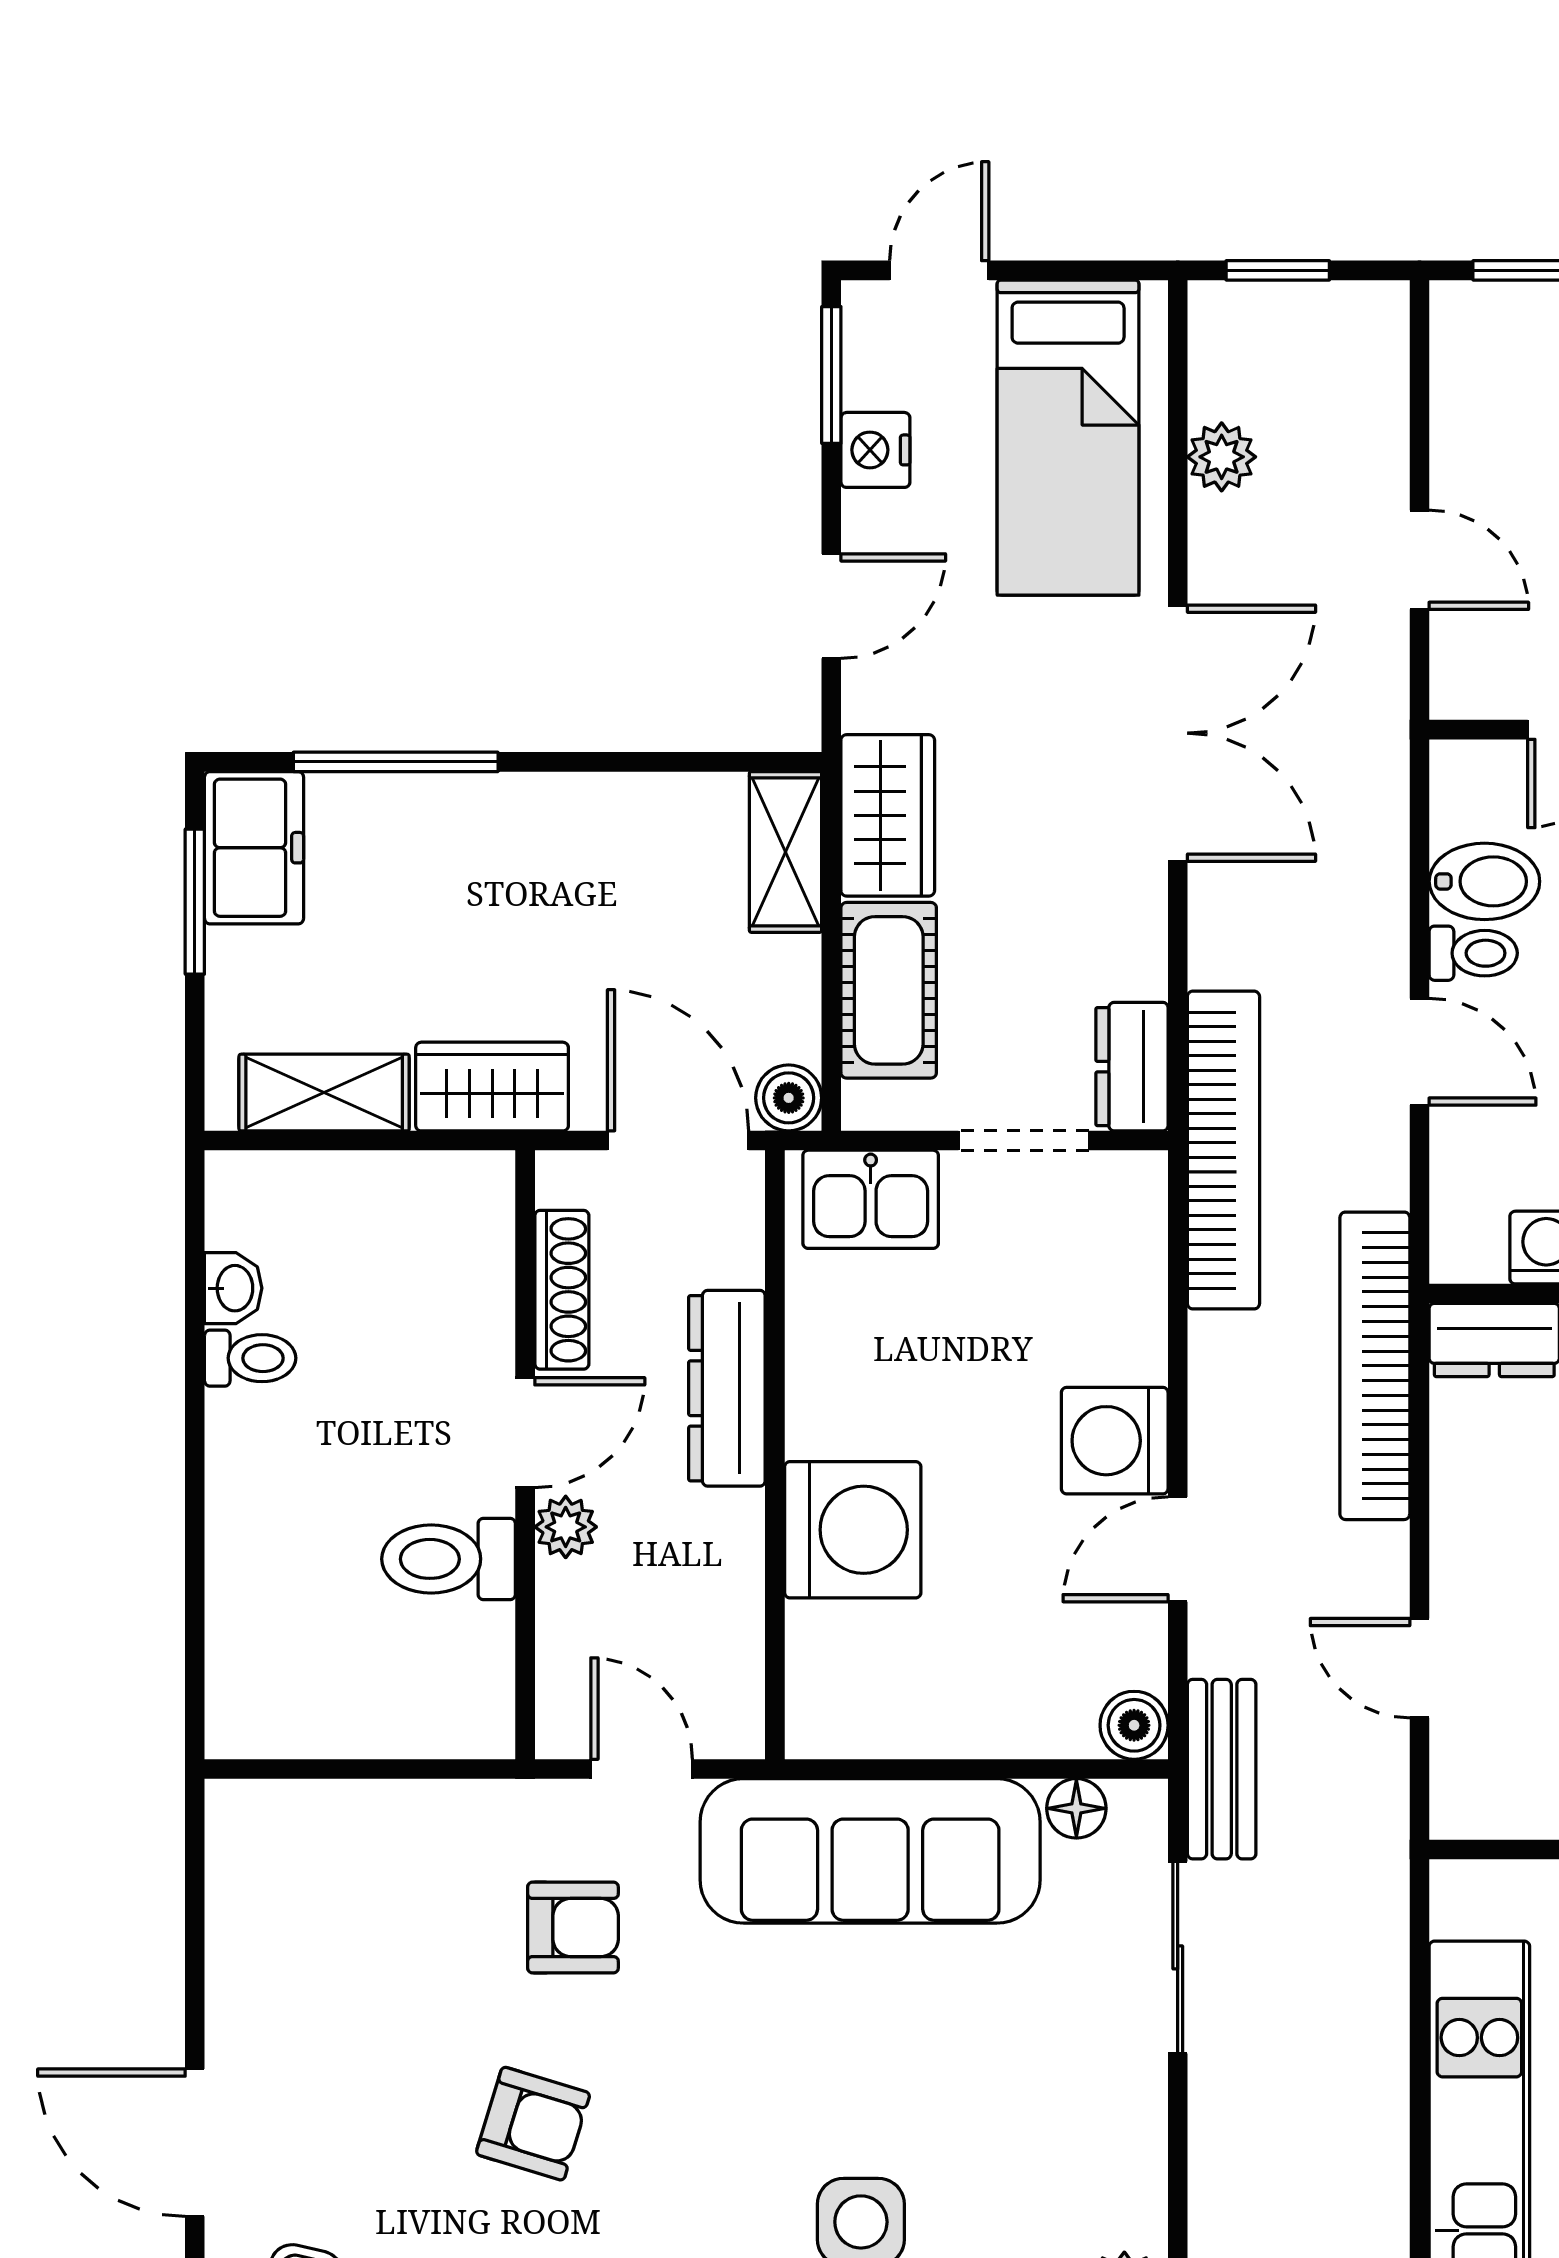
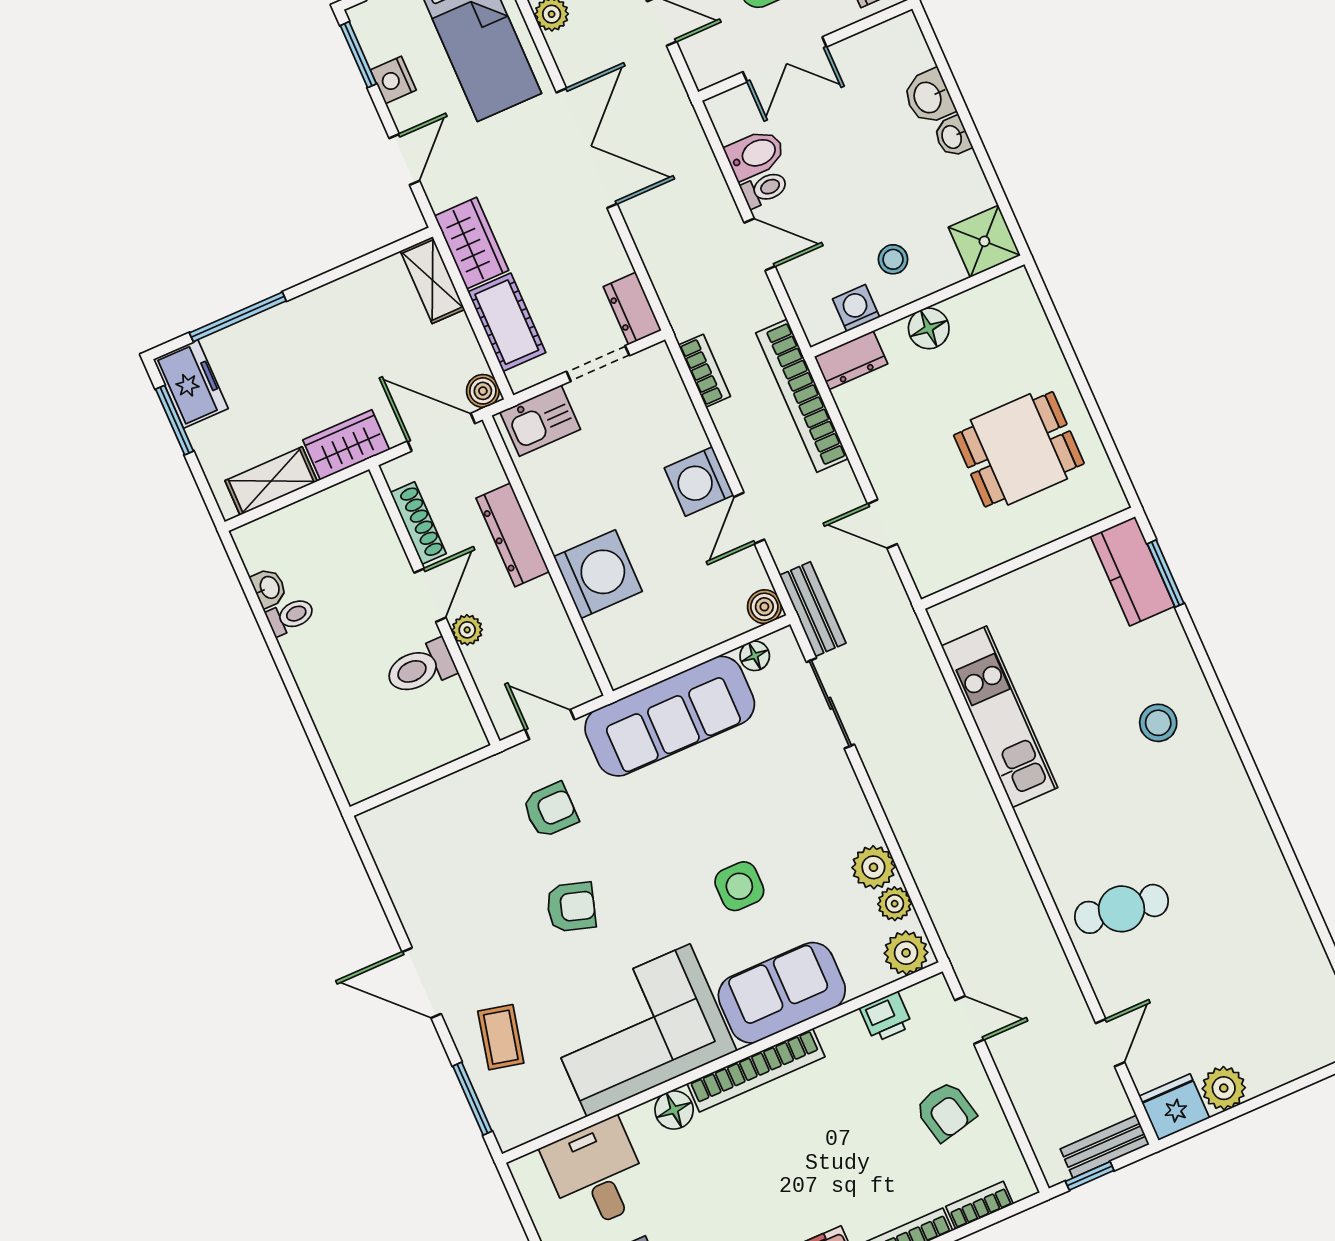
bookcase: (1223, 1150) -> (704, 371), width x0.43, depth x0.76

